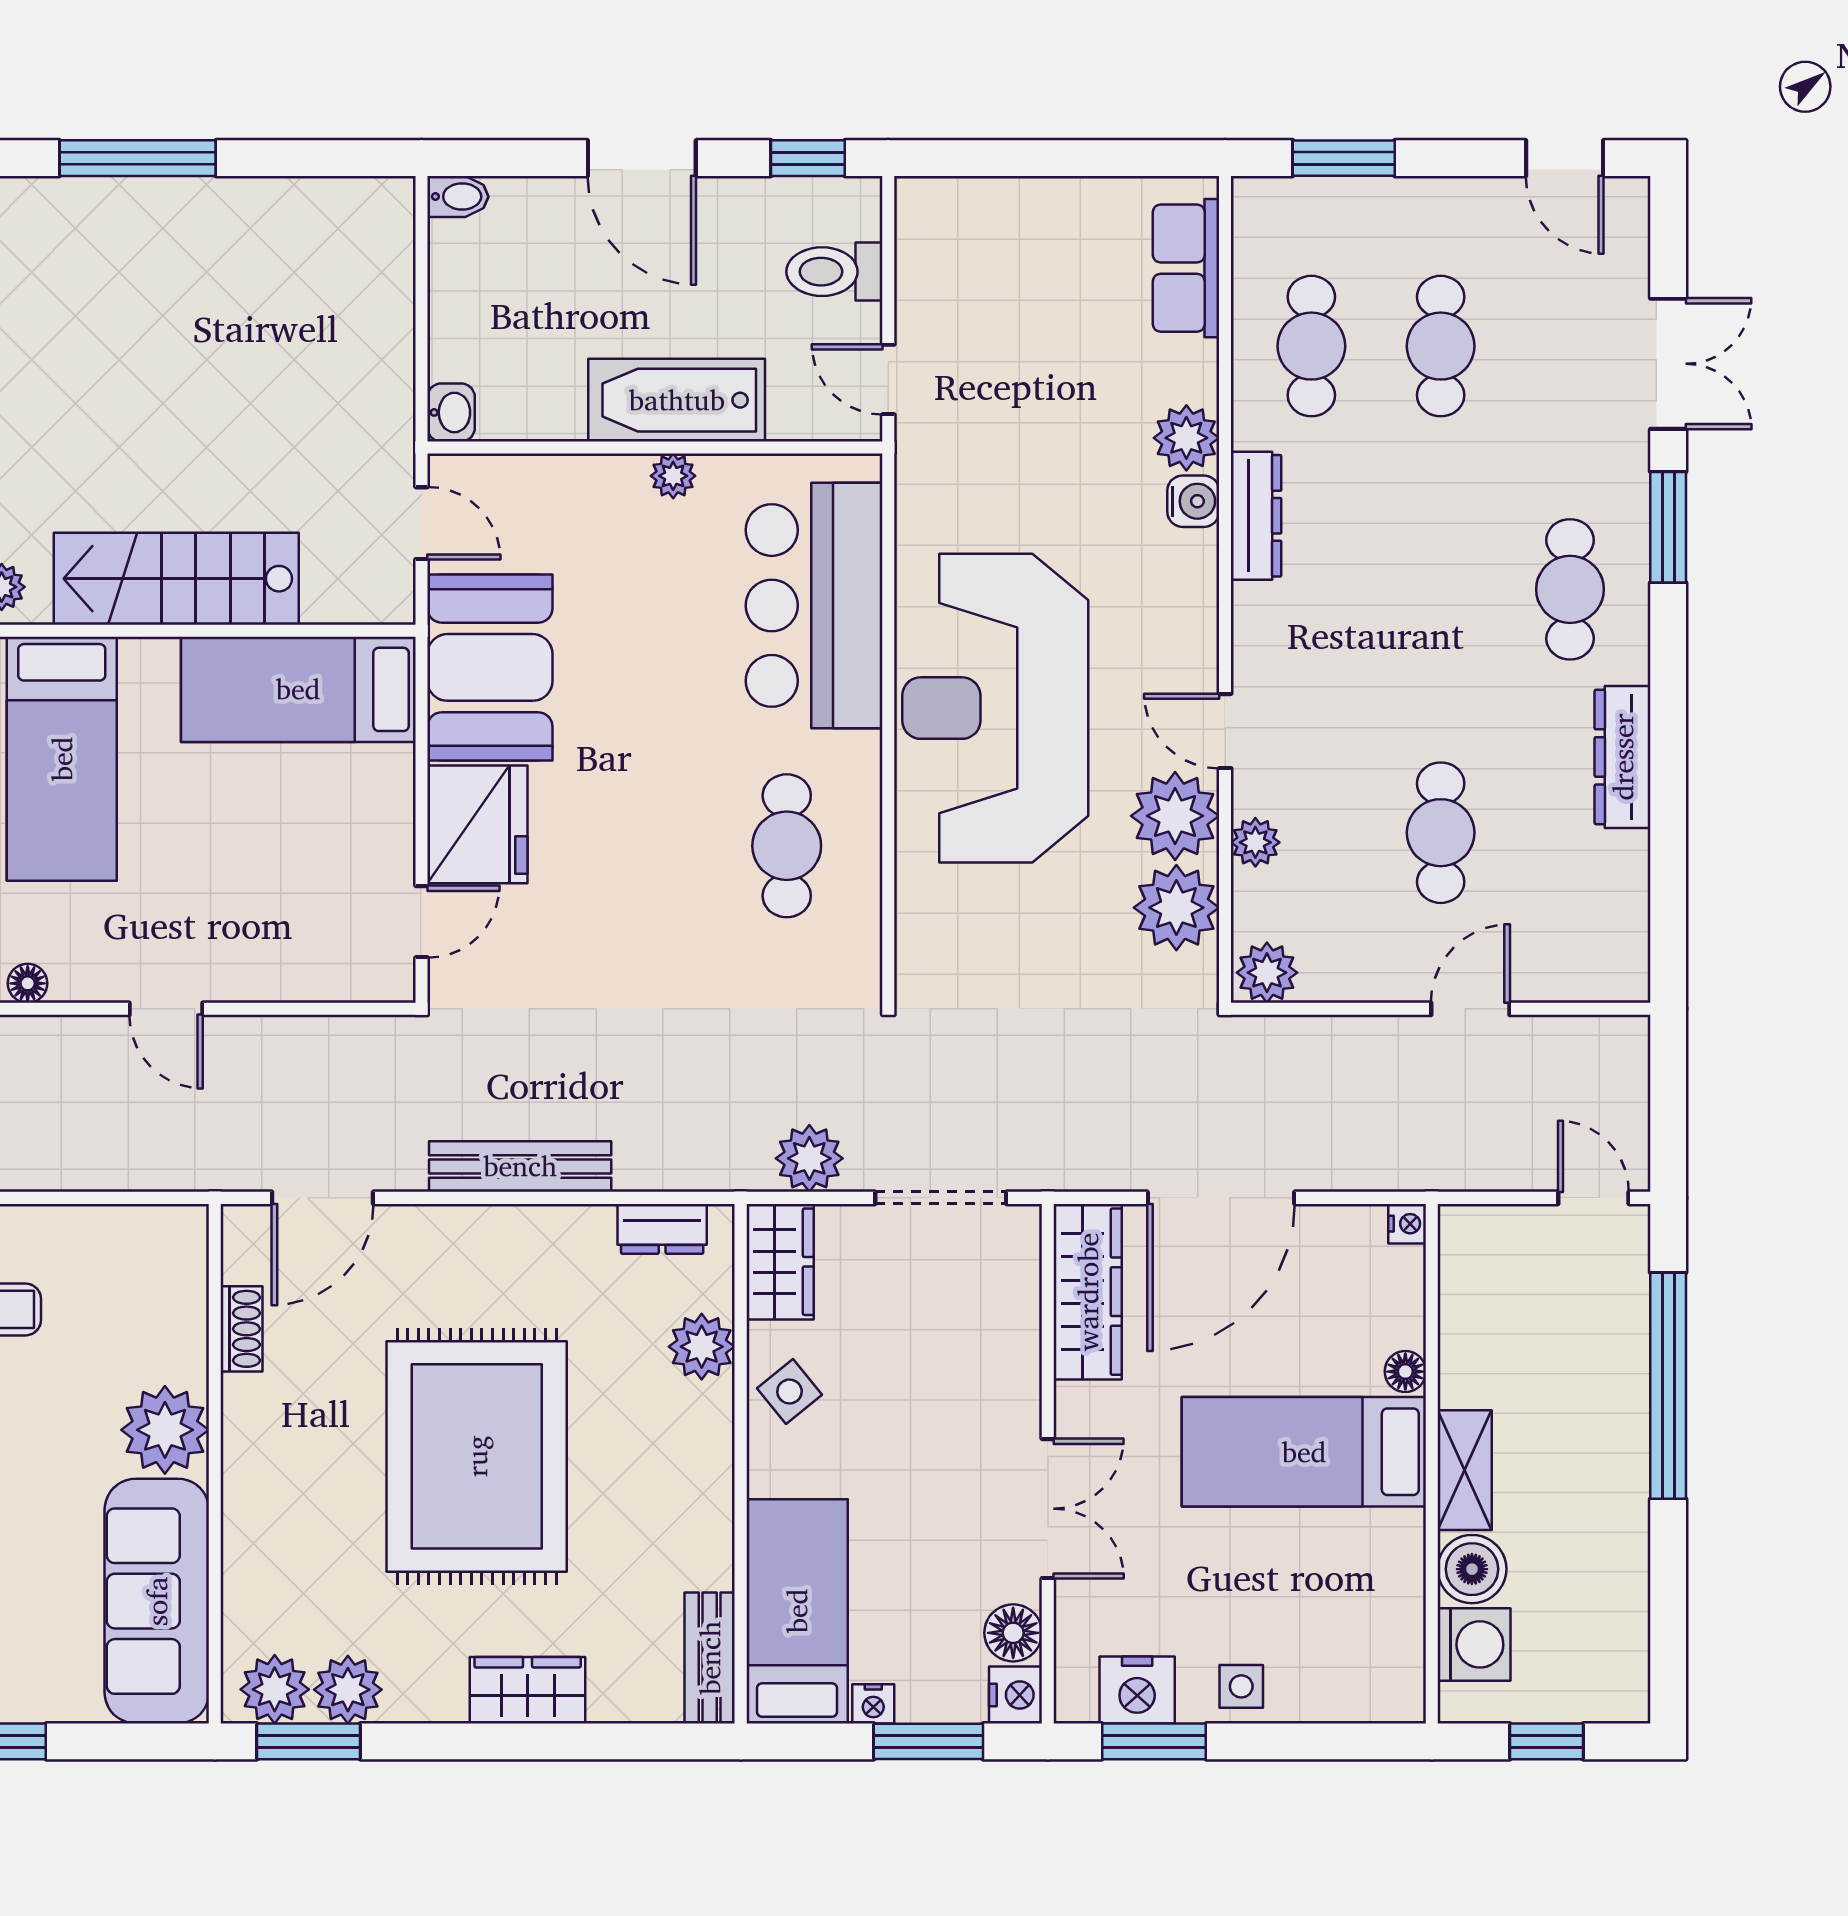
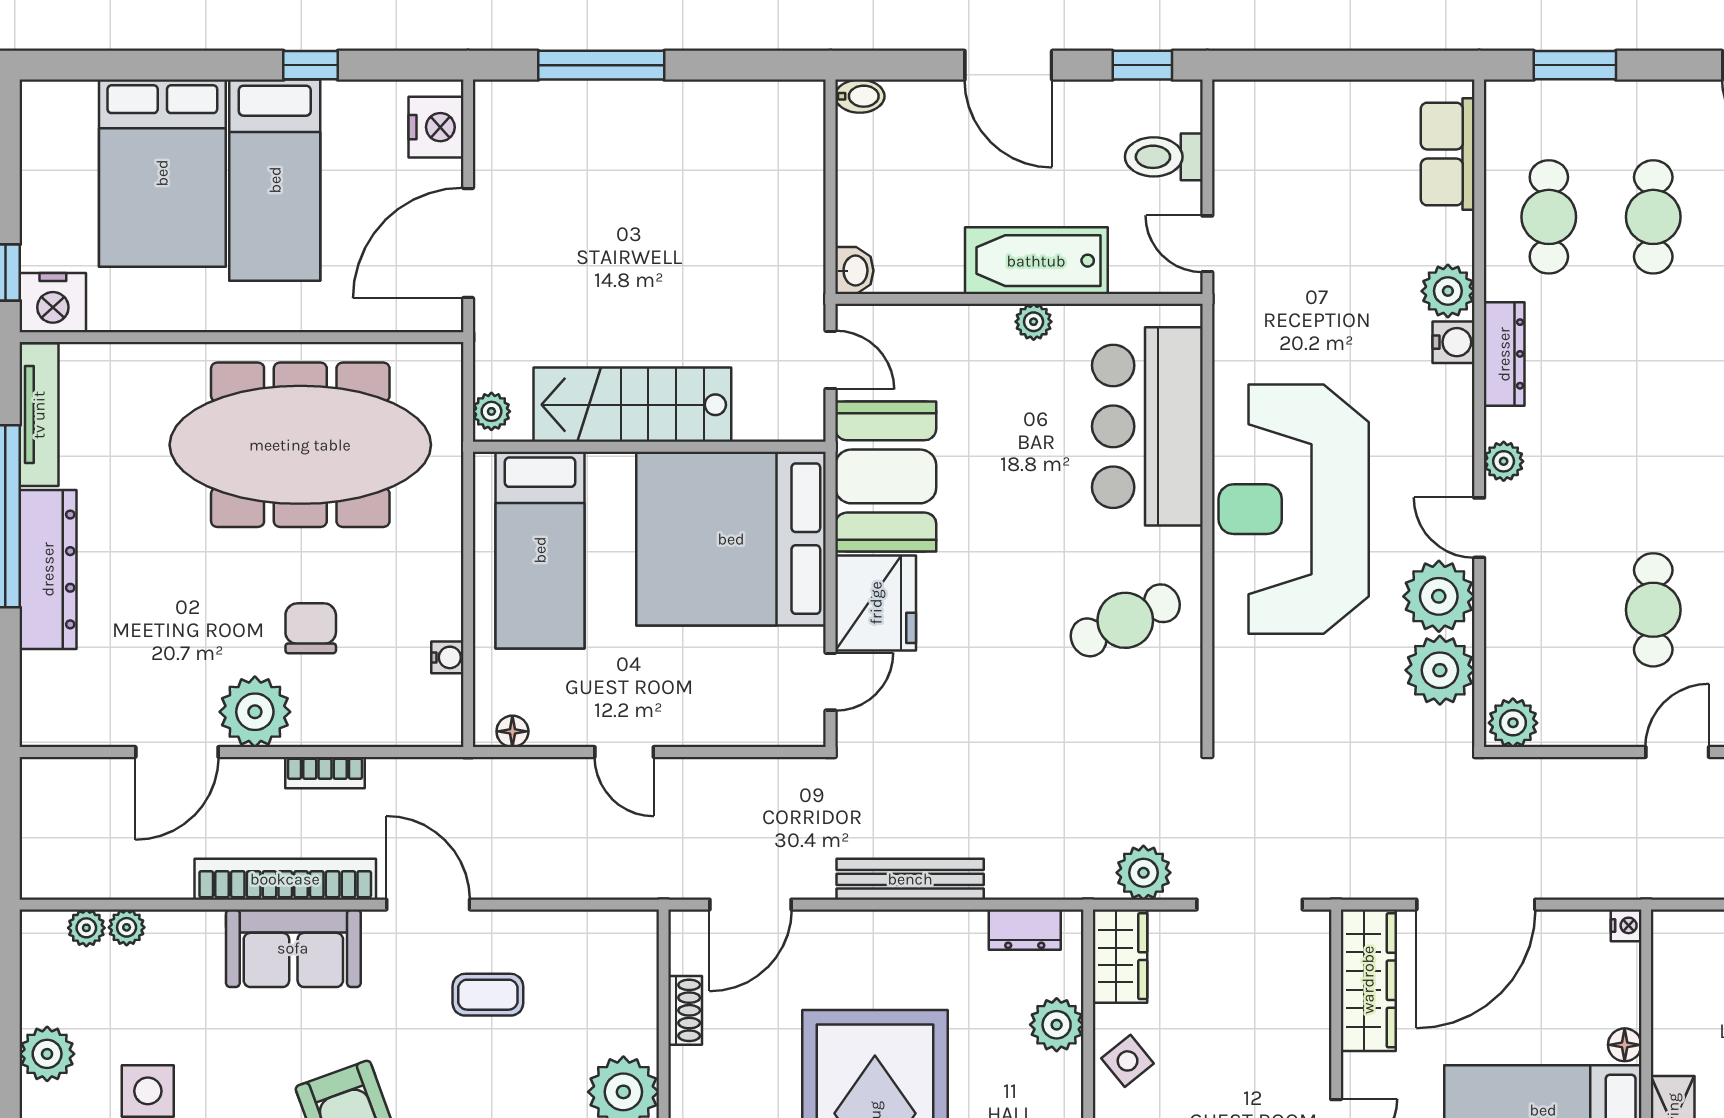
bed: (298, 689) -> (731, 539), width x2.04
plant: (1255, 842) -> (1504, 461), moved
cafe table: (787, 846) -> (1125, 620), turned 65

